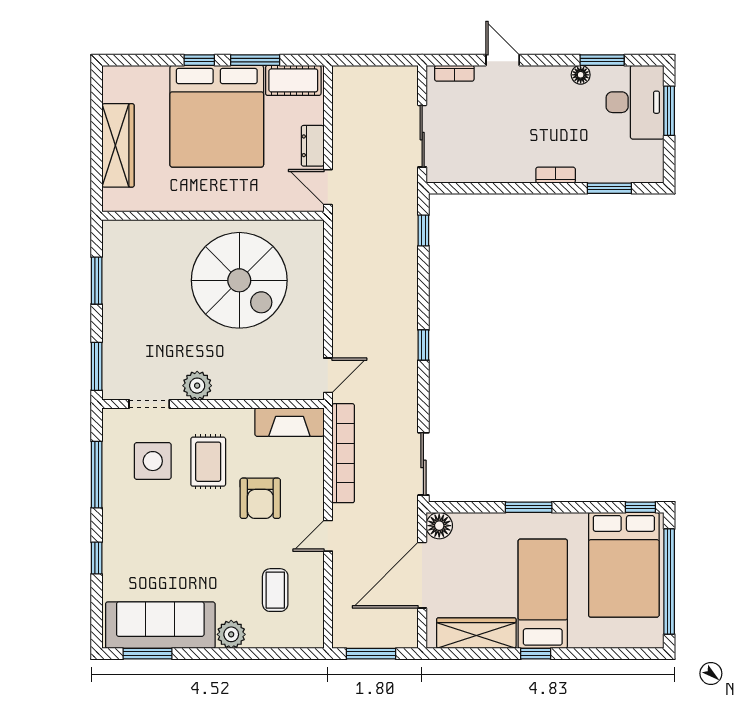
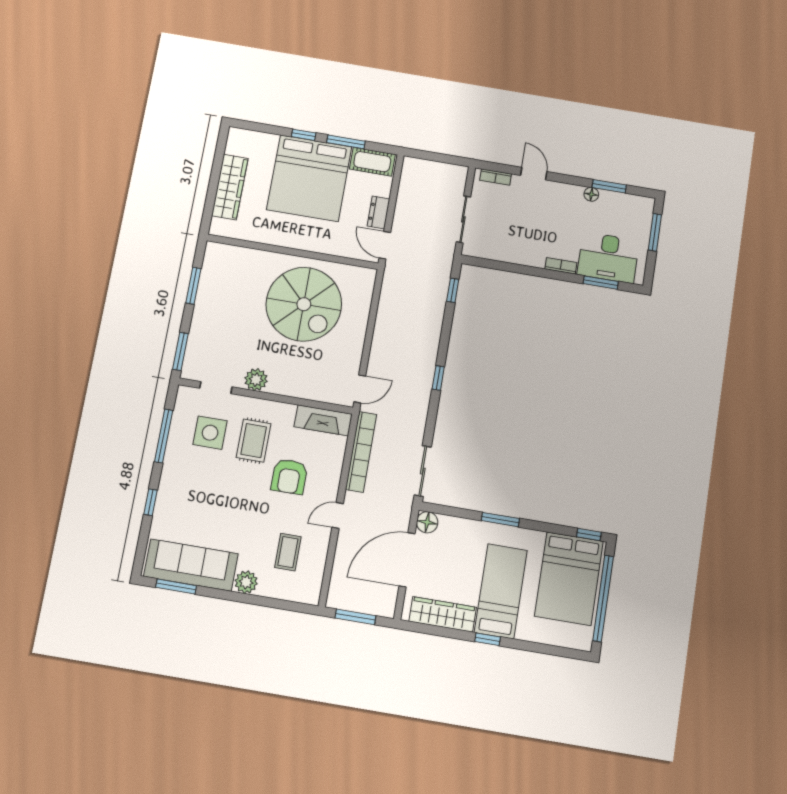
desk: (635, 102) -> (608, 258), moved, turned 90

